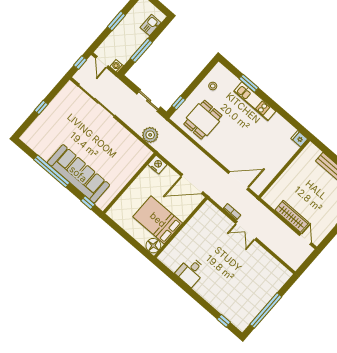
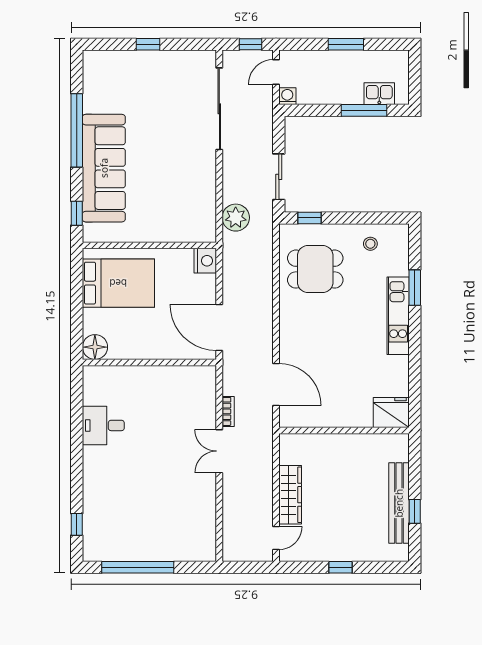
window: (141, 50) -> (364, 110), moved
fridge: (299, 139) -> (391, 412), width x1.88, depth x1.34
bed: (158, 220) -> (118, 283), moved, turned 90

